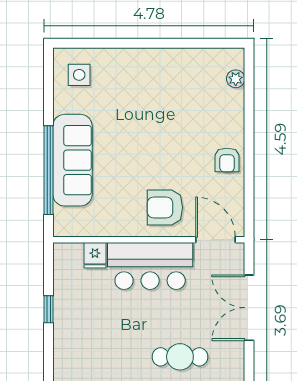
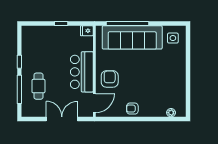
sofa: (72, 160) -> (132, 37), width x1.36, depth x1.27
fridge: (95, 255) -> (87, 31), moved

